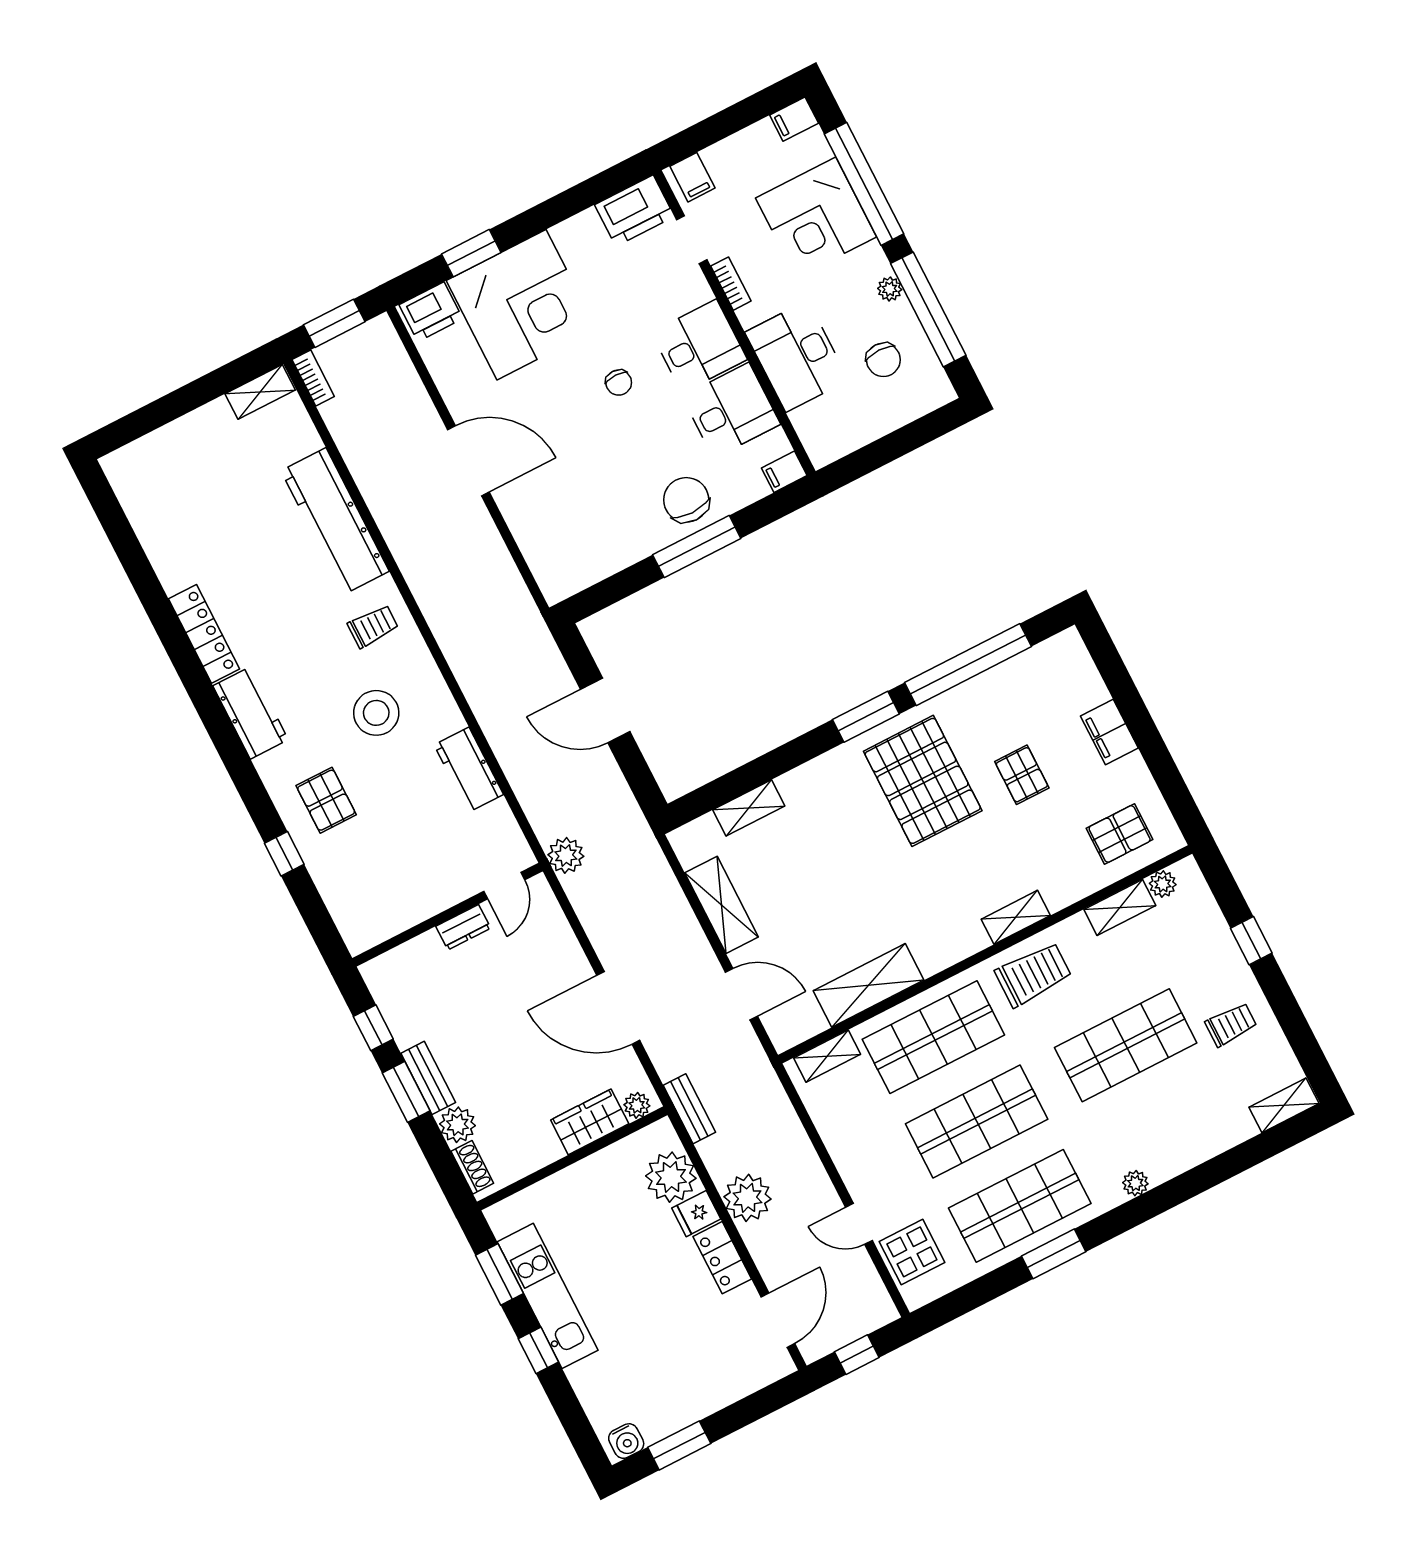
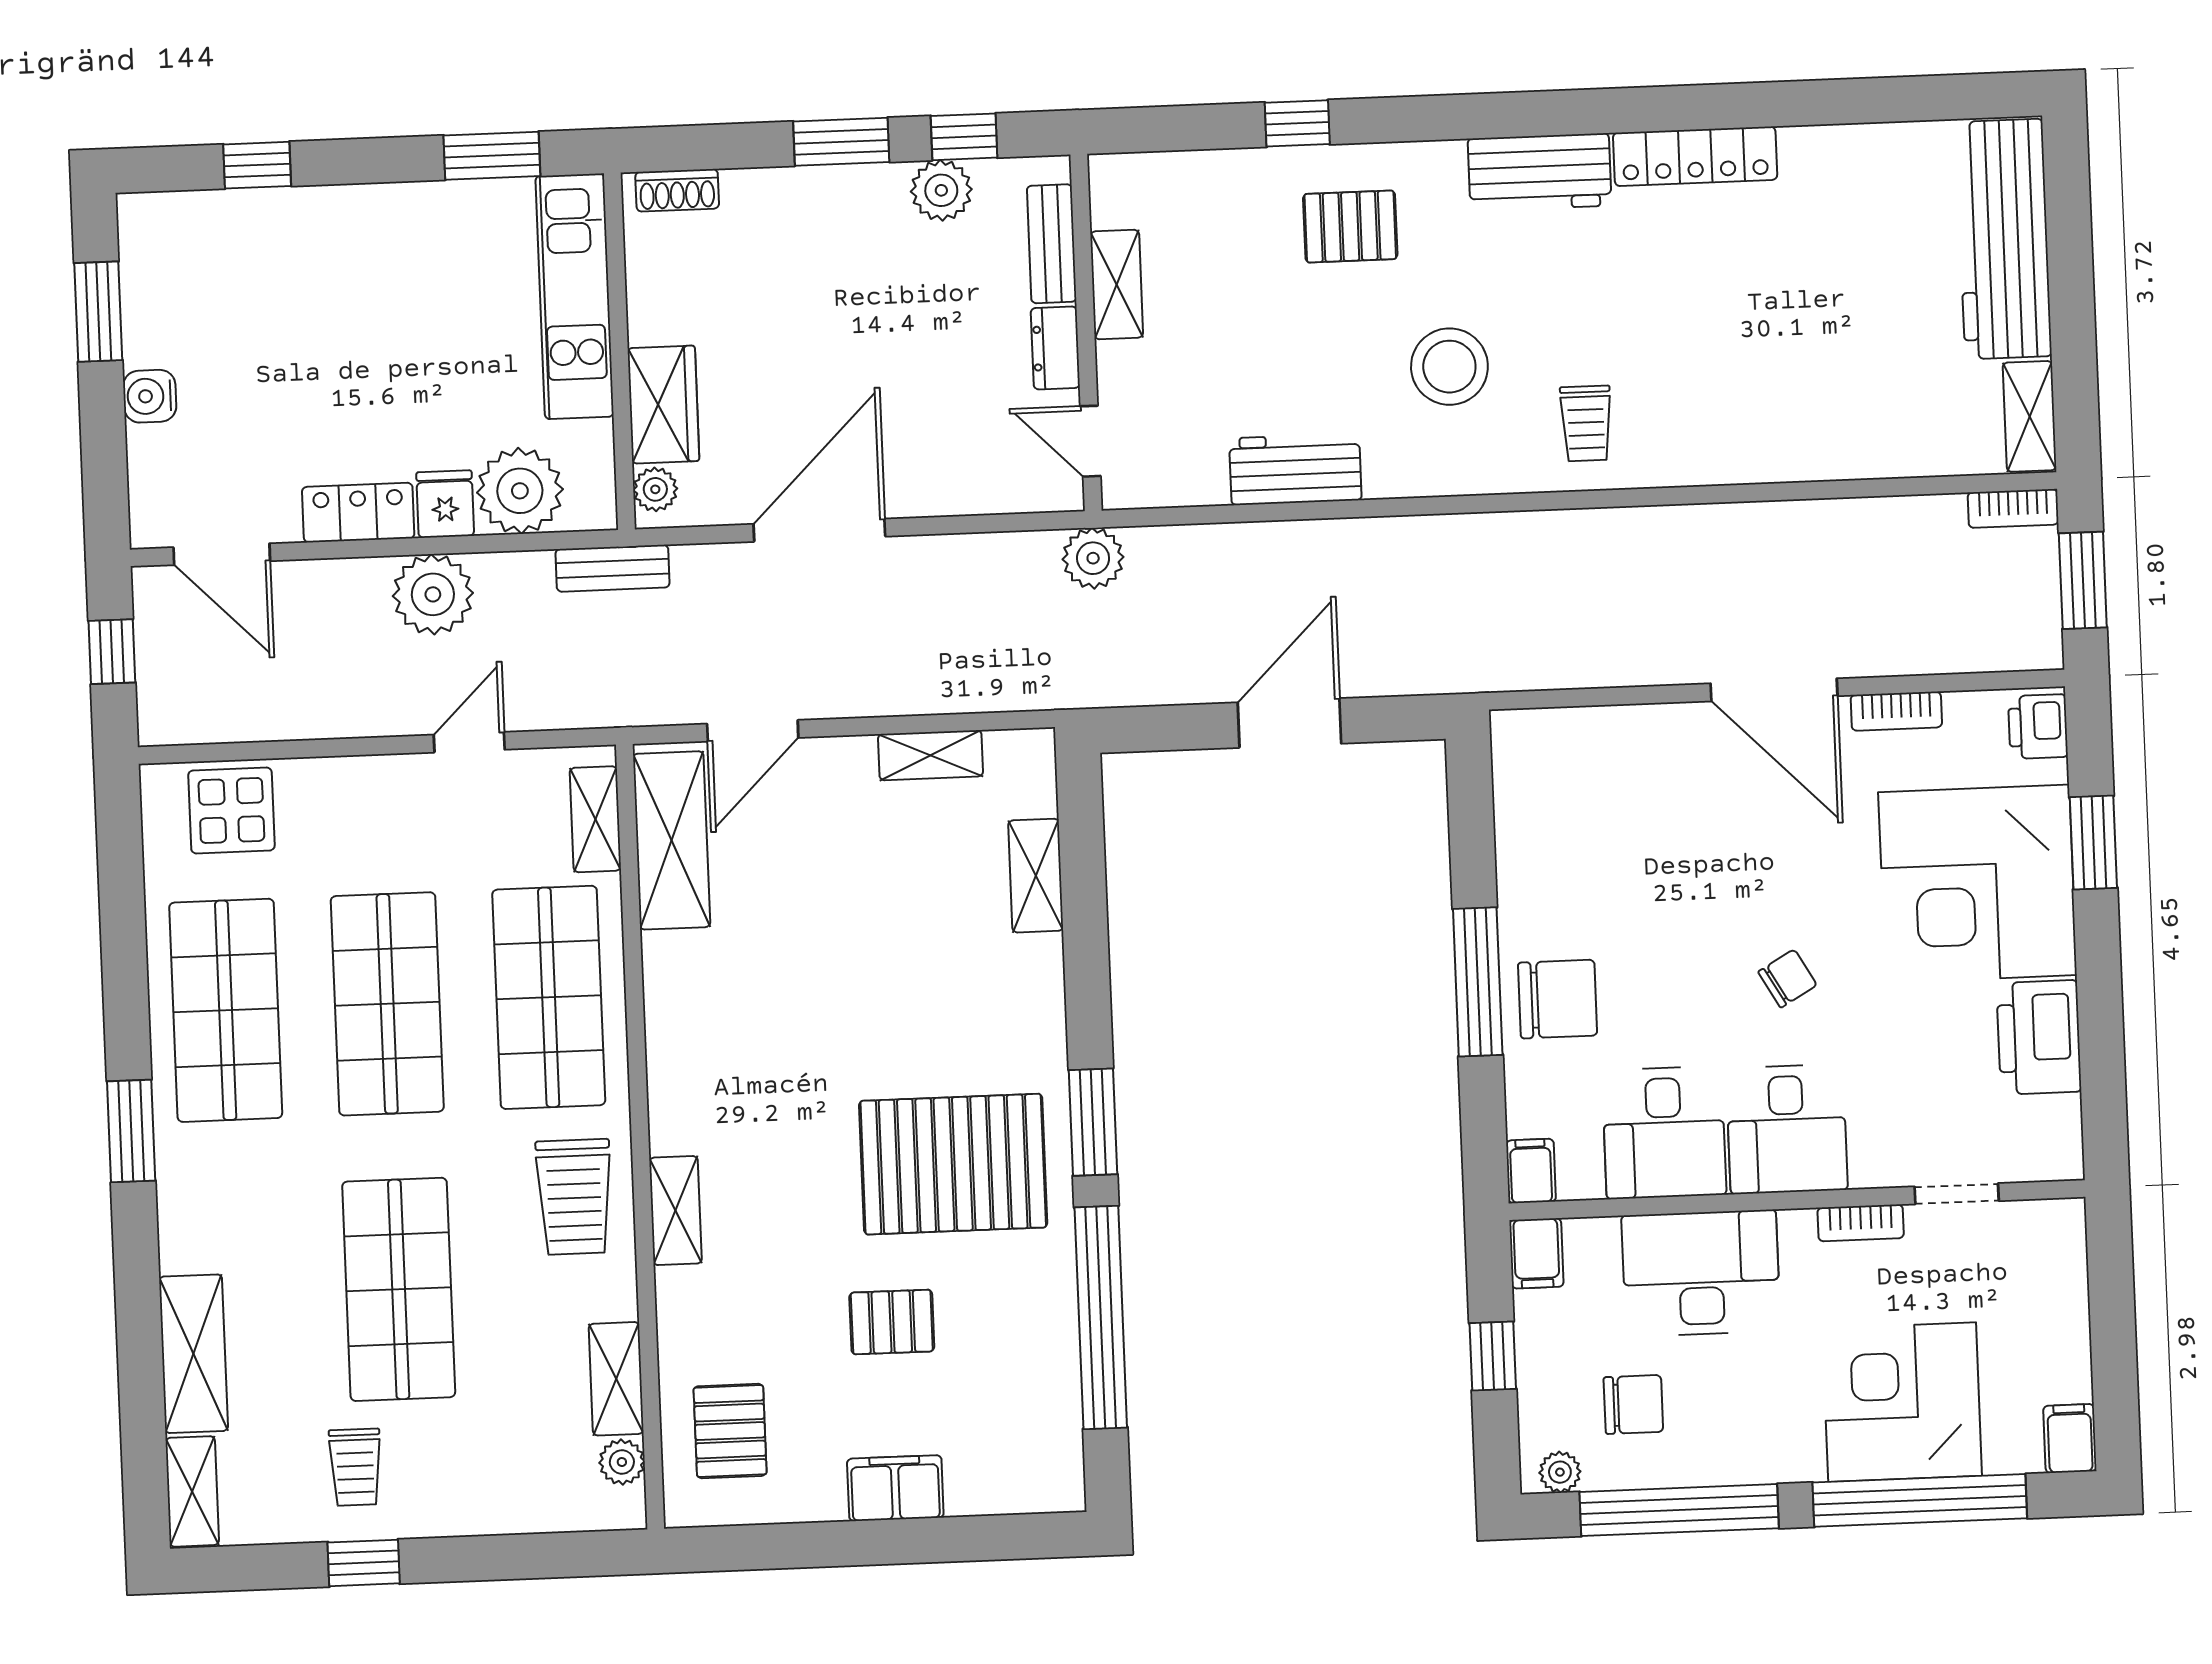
filing cabinet: (692, 177) -> (1536, 1253), moved, turned -90
printer: (635, 211) -> (2039, 1037), moved
plant: (890, 289) -> (1560, 1472), moved
printer: (431, 312) -> (2038, 727), width x0.73, depth x0.81
chair: (883, 360) -> (1633, 1404), turned 180
chair: (619, 383) -> (1788, 978), turned 150
bookcase: (450, 390) -> (1896, 711), added
window: (892, 447) -> (1493, 1356), added
door: (468, 461) -> (1774, 690), hinge flipped
workbench: (335, 521) -> (2004, 239), moved, turned -90
shelving: (722, 905) -> (931, 755), width x0.67, depth x0.75
shelving: (414, 910) -> (1117, 285), added
window: (1251, 941) -> (364, 1563), moved
shelving: (868, 985) -> (672, 840), moved
bench: (428, 1078) -> (1052, 244), moved, turned 90
plant: (458, 1125) -> (941, 190), moved
shelving: (1210, 1139) -> (194, 1354), added
plant: (1135, 1183) -> (178, 1206), removed
door: (859, 1224) -> (469, 742), moved
window: (1054, 1254) -> (131, 1131), moved
kitchen unit: (548, 1296) -> (575, 296), moved, turned 90
window: (538, 1350) -> (257, 165), moved
water cooler: (626, 1441) -> (150, 396), moved

